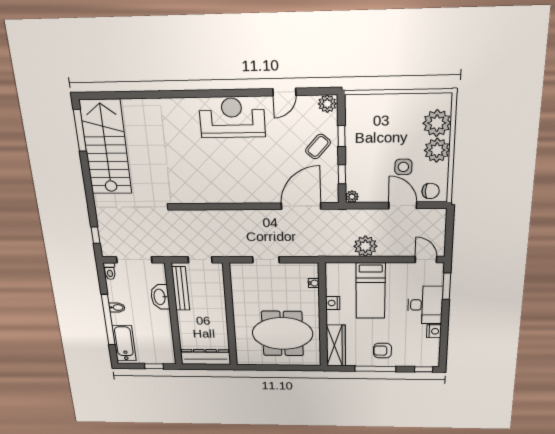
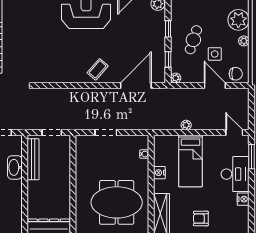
coffee table: (318, 146) -> (98, 69), moved
cafe table: (375, 149) -> (193, 40), added
plant: (437, 150) -> (244, 41), width x0.53, depth x0.53
plant: (365, 246) -> (186, 125), width x0.53, depth x0.53

